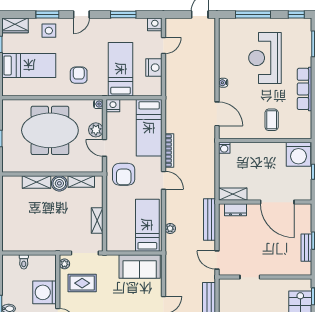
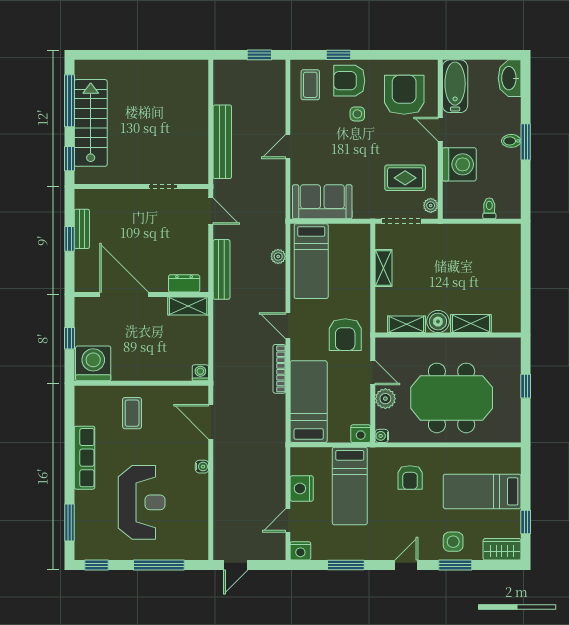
armchair: (124, 174) -> (345, 335), turned 180

